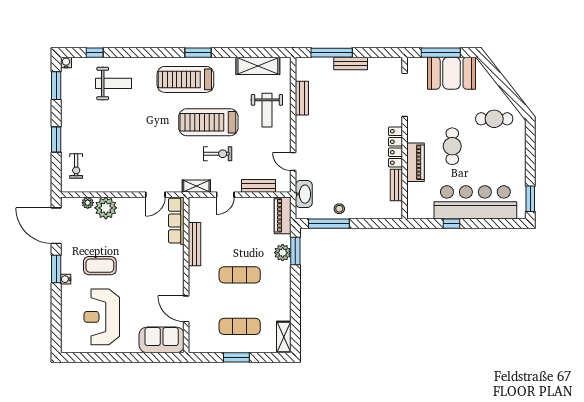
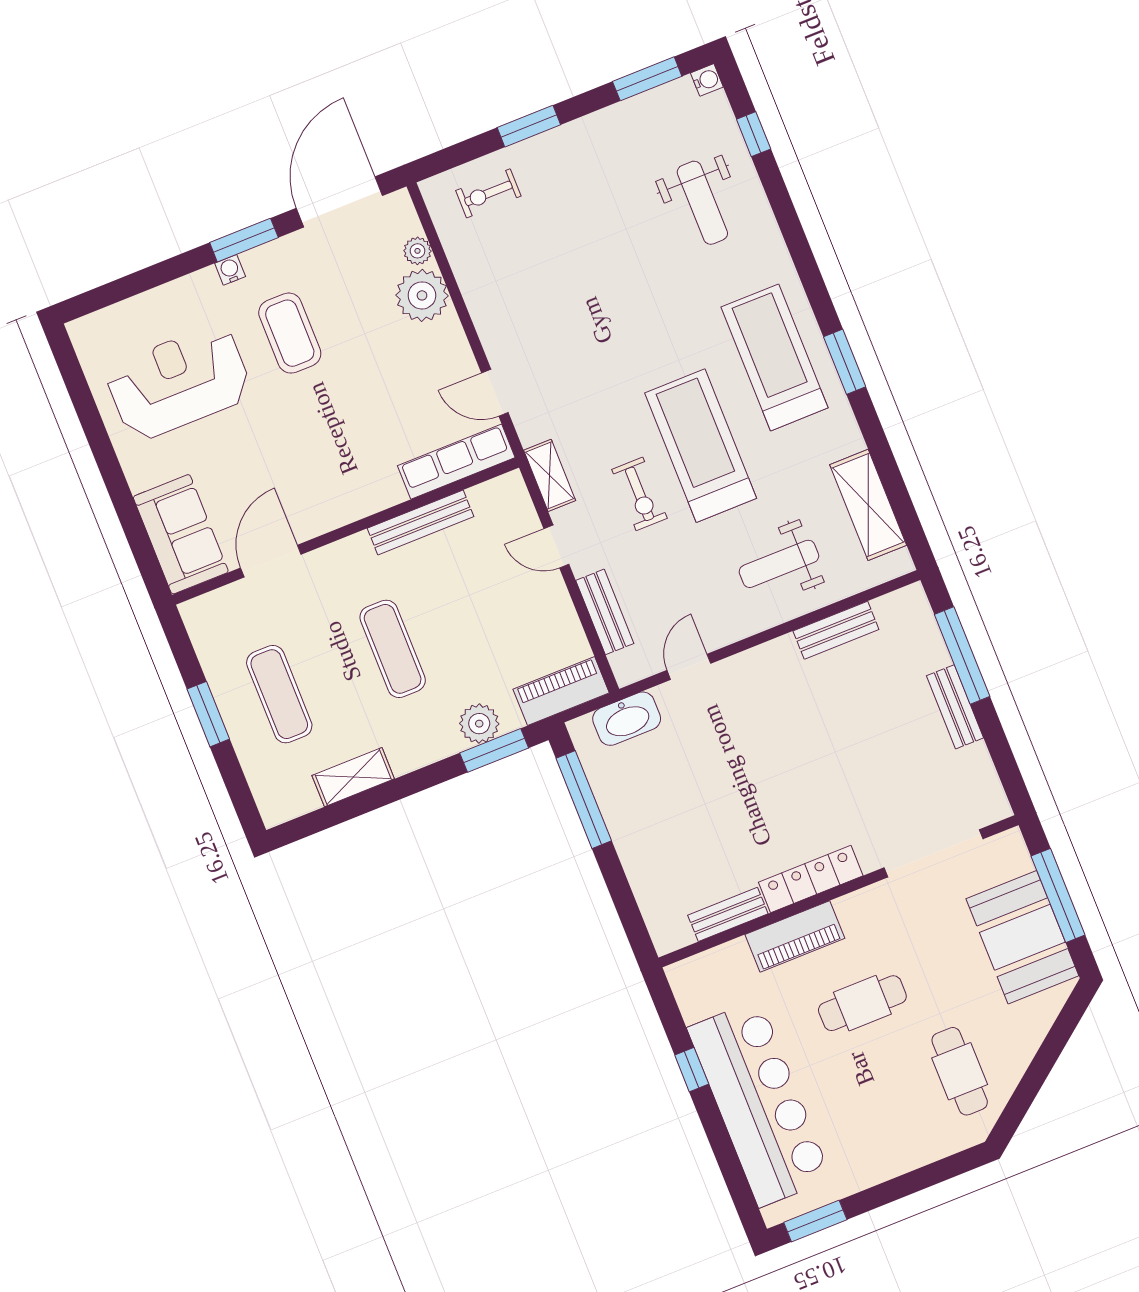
stool: (339, 209) -> (626, 810), removed
shelving: (284, 337) -> (353, 777), moved

